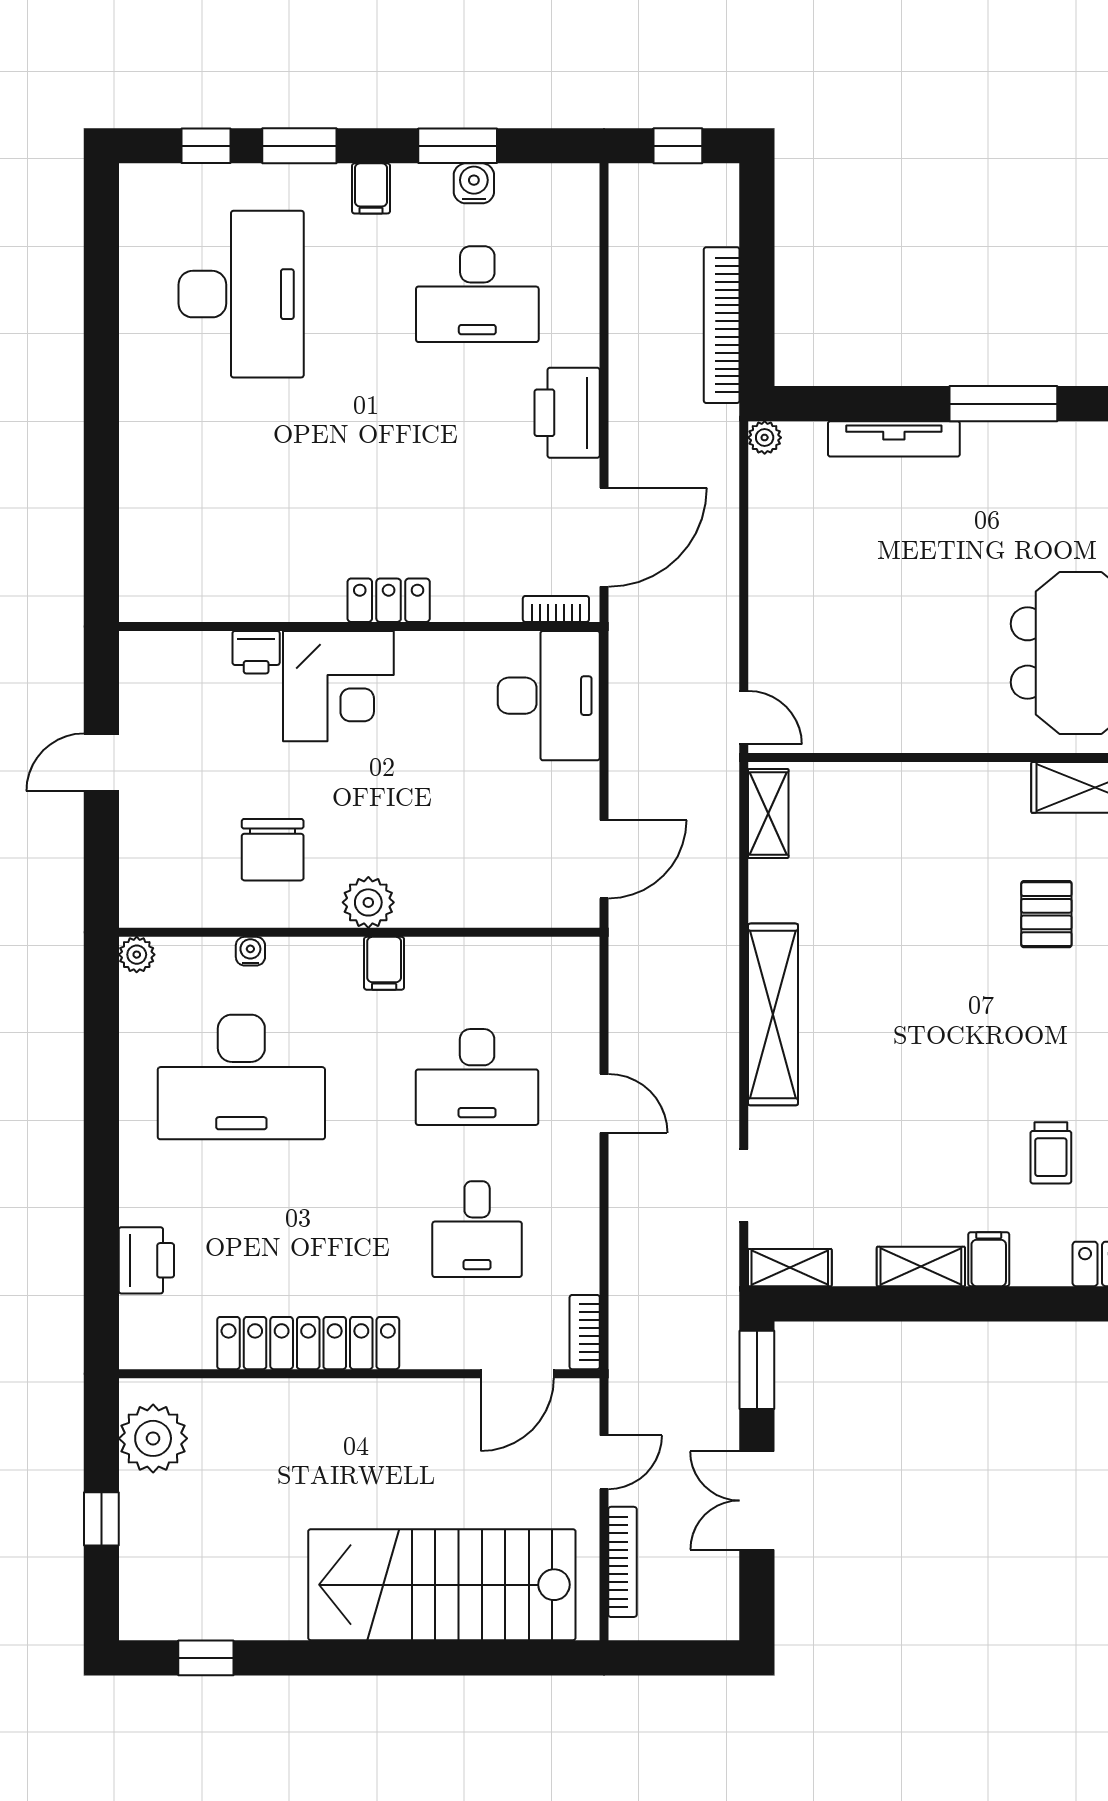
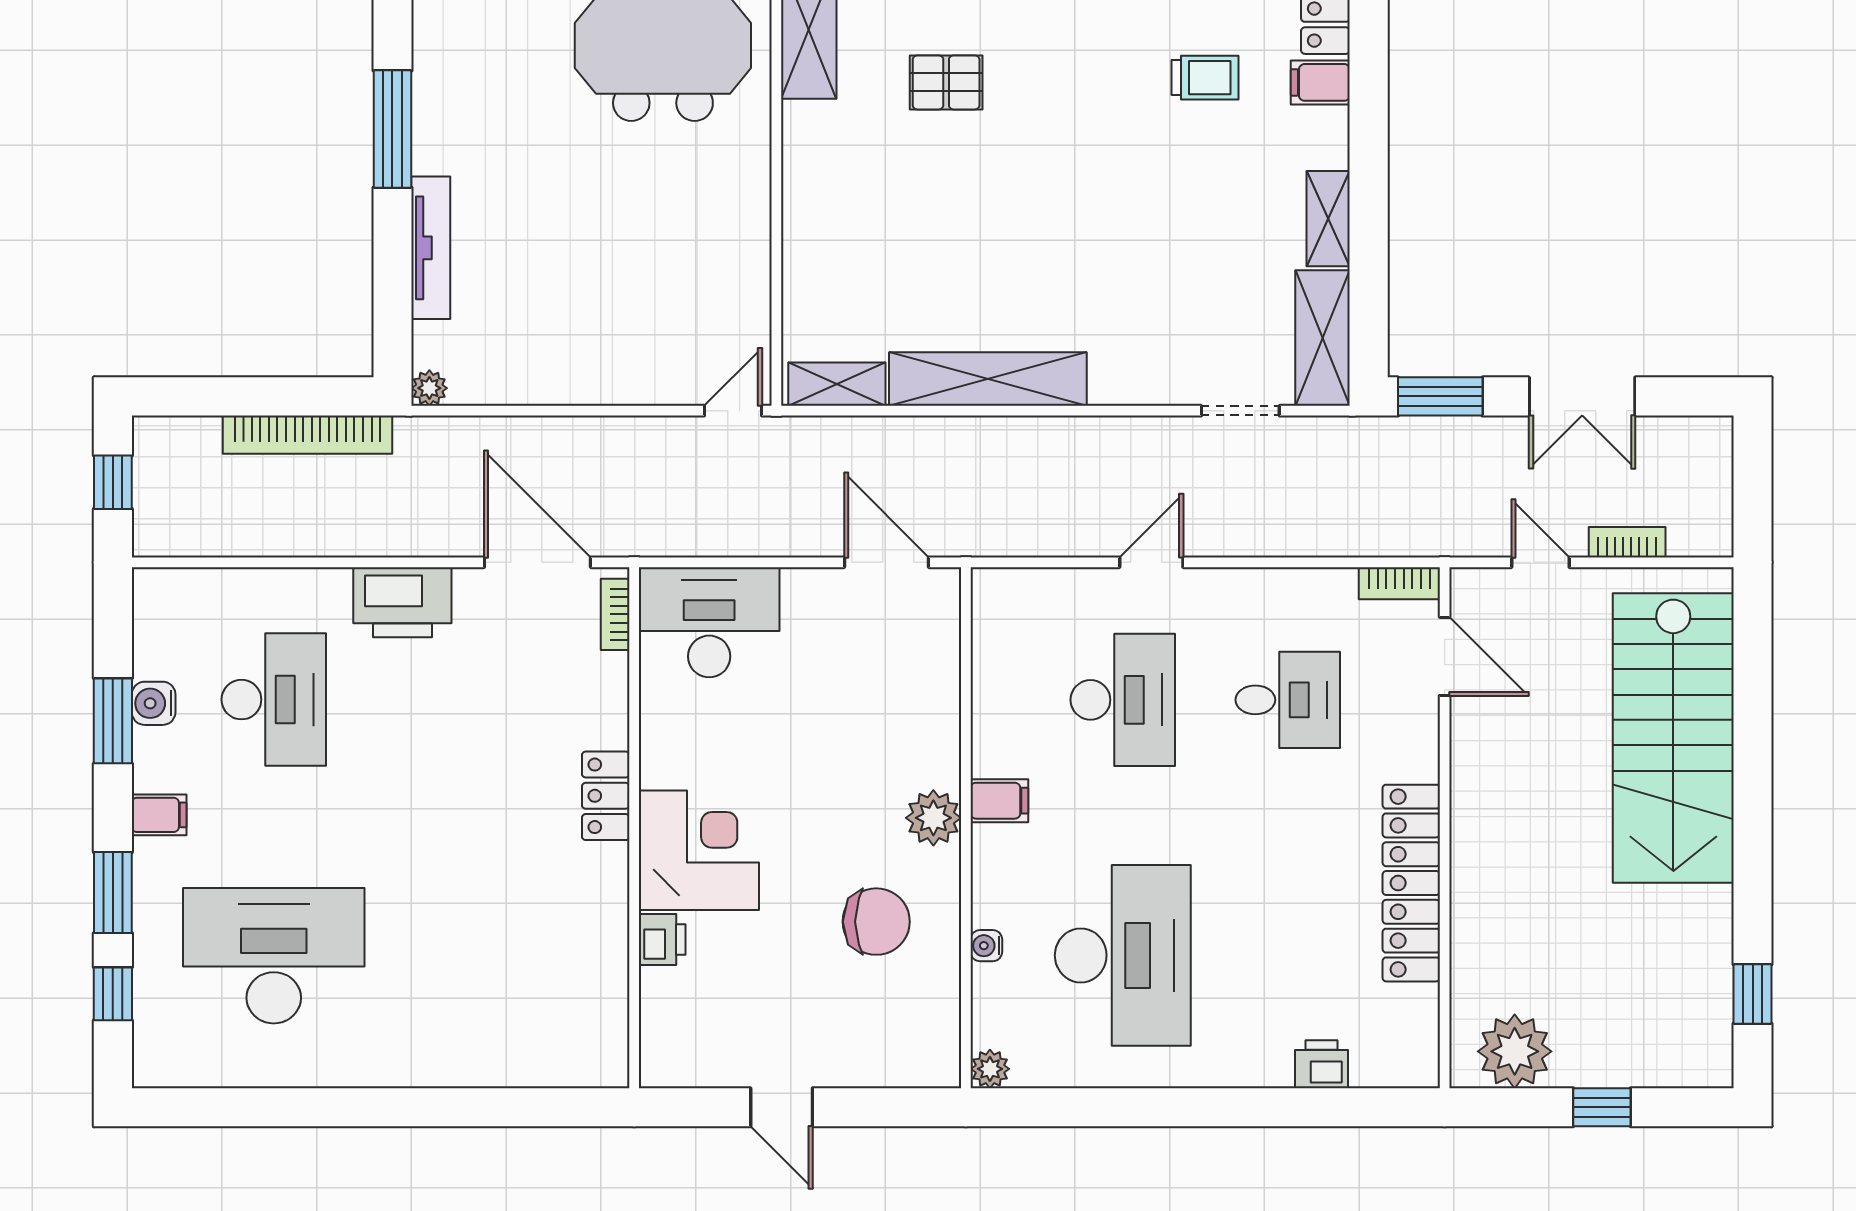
shelving: (773, 1014) -> (988, 379), moved
filing cabinet: (989, 1259) -> (1320, 82), moved
printer: (146, 1260) -> (1322, 1064), width x0.73, depth x0.81
shelving: (790, 1268) -> (1323, 338), width x1.50, depth x1.33
bookcase: (622, 1562) -> (1627, 542), width x0.64

